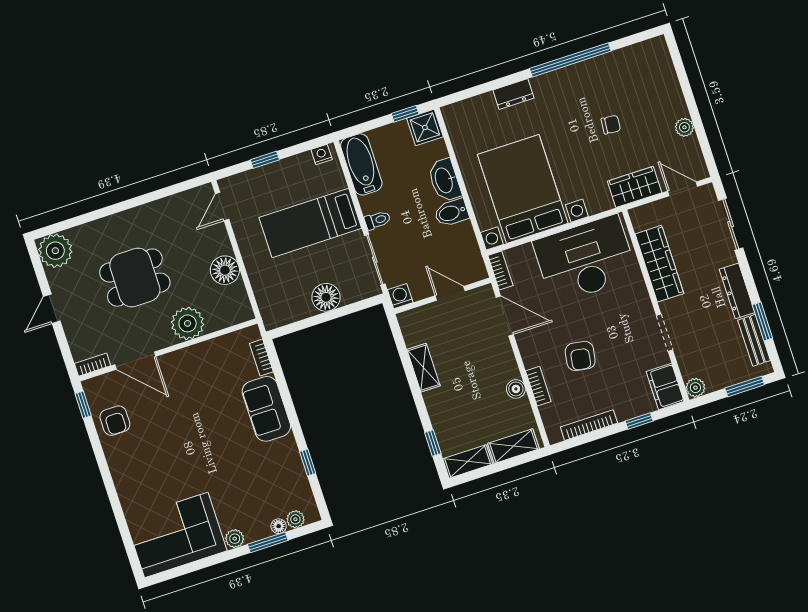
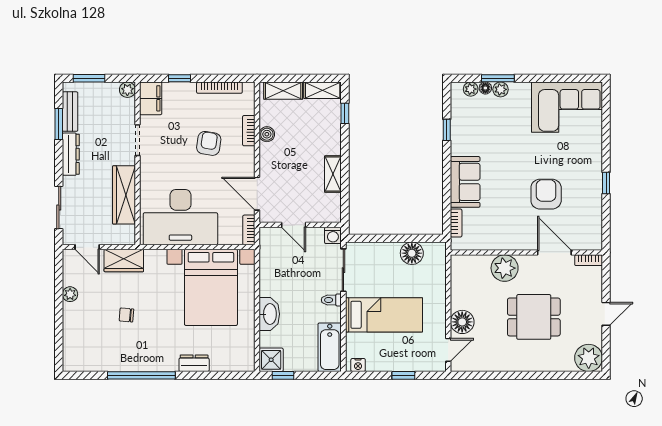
bidet: (451, 213) -> (272, 287), removed
floor lamp: (225, 270) -> (462, 322), moved
floor lamp: (326, 297) -> (412, 253), moved
window: (83, 405) -> (606, 183), moved
armchair: (115, 421) -> (546, 194), moved, width x1.38, depth x1.38
plant: (235, 539) -> (501, 89), moved

